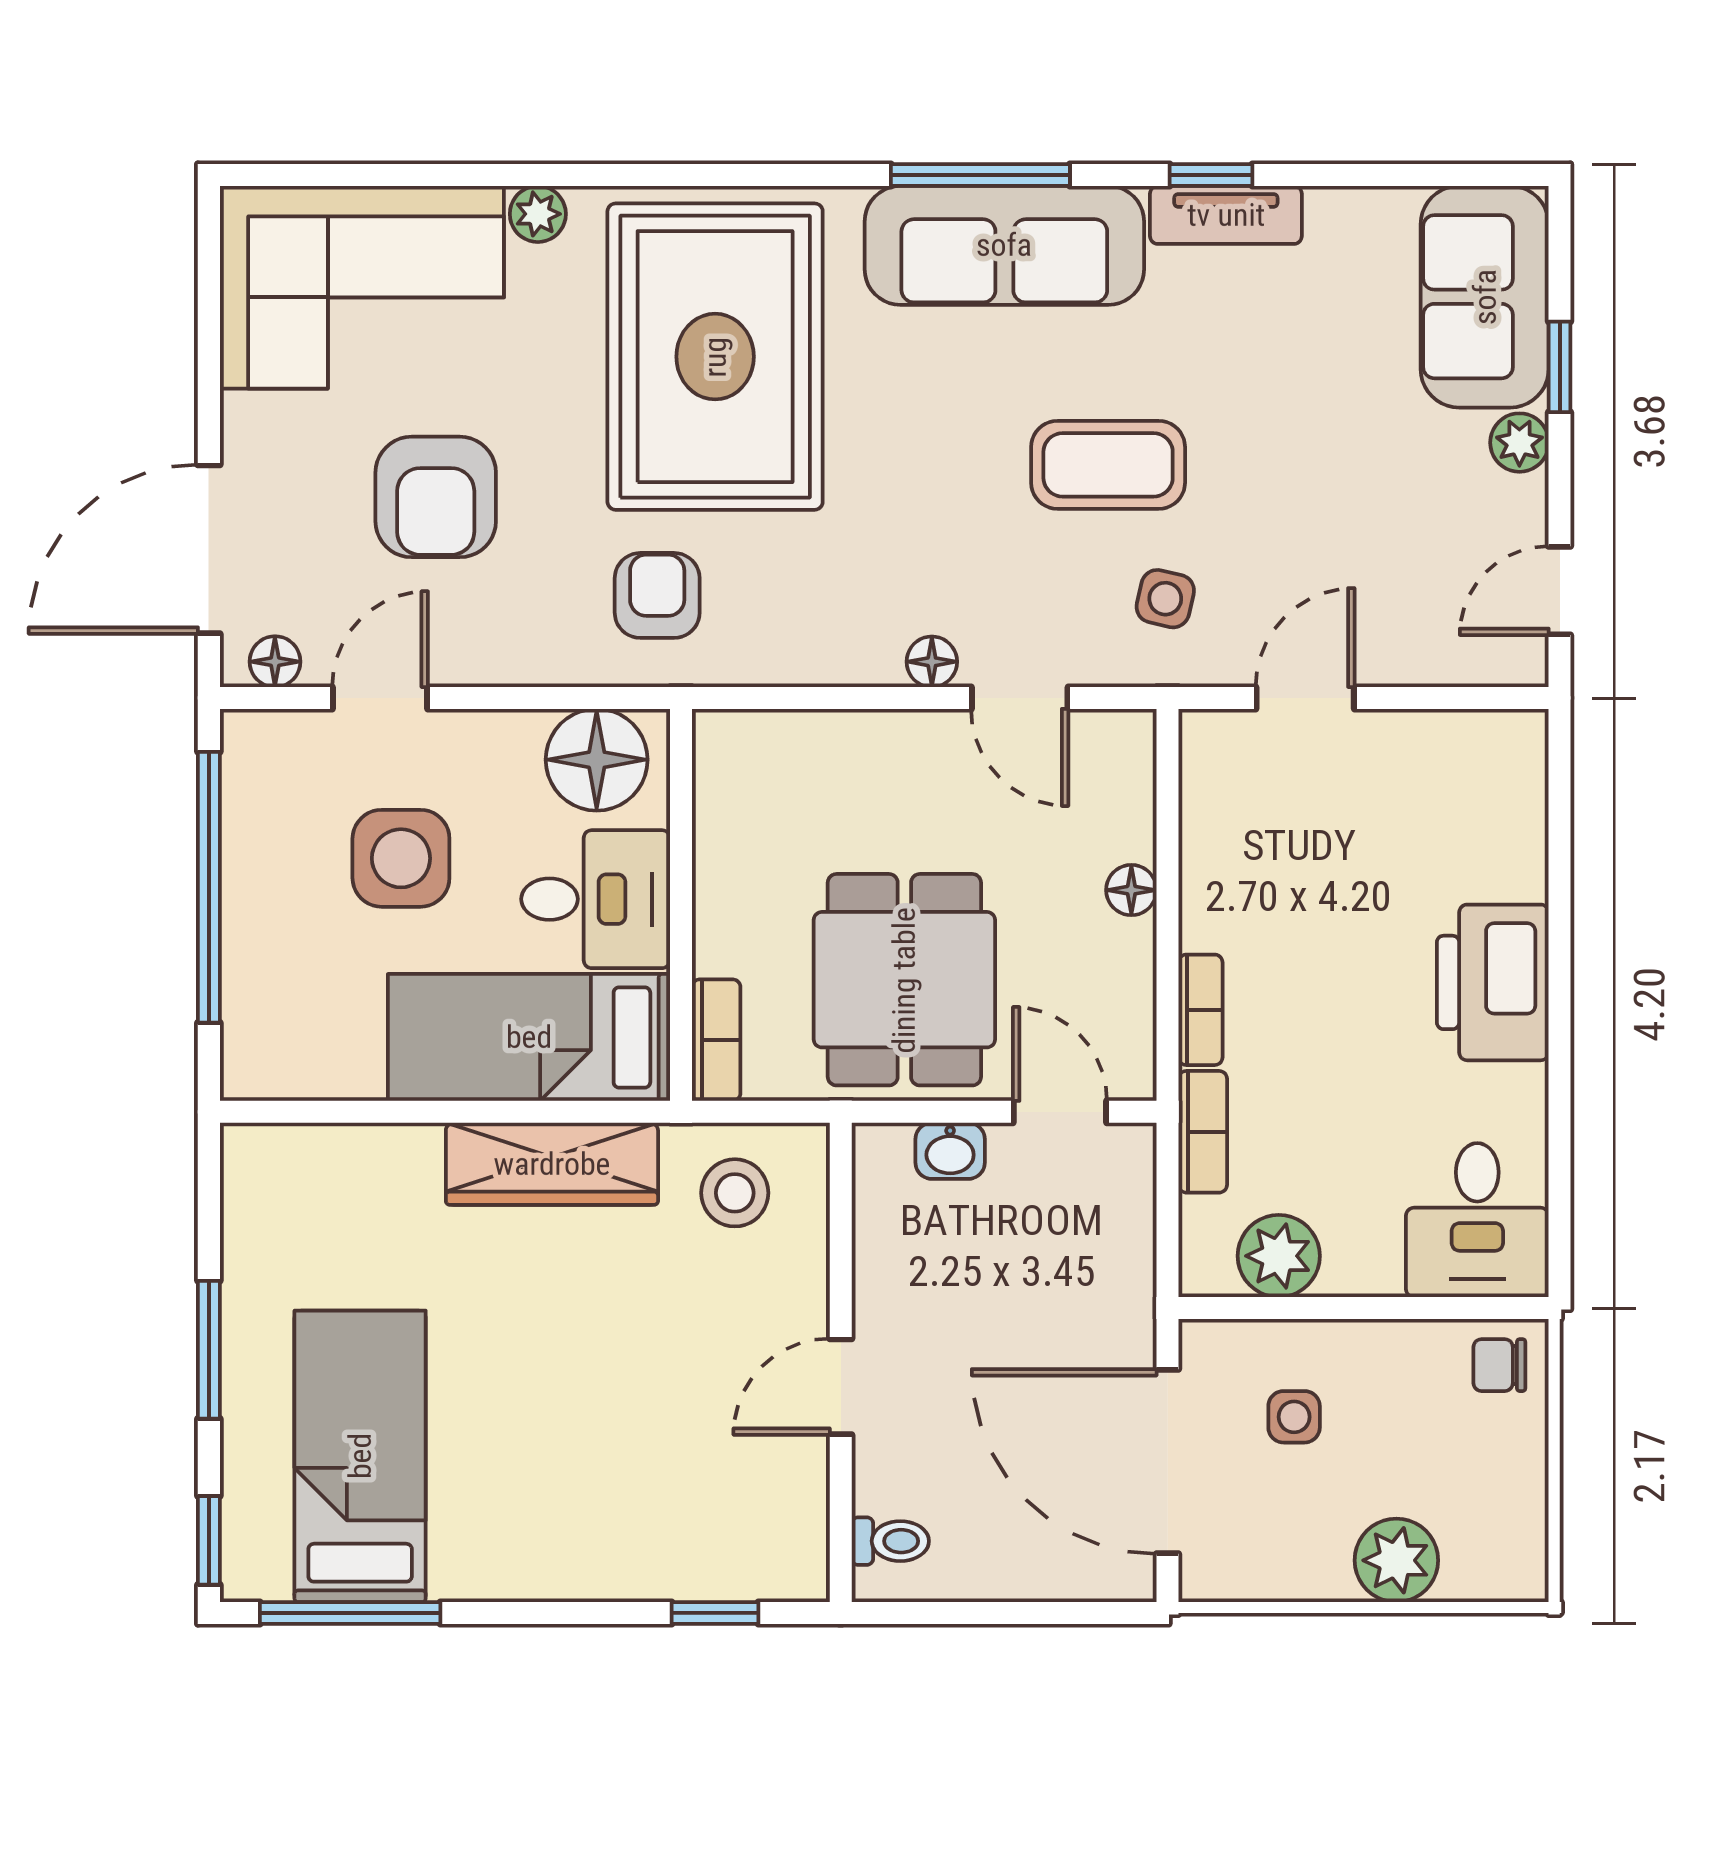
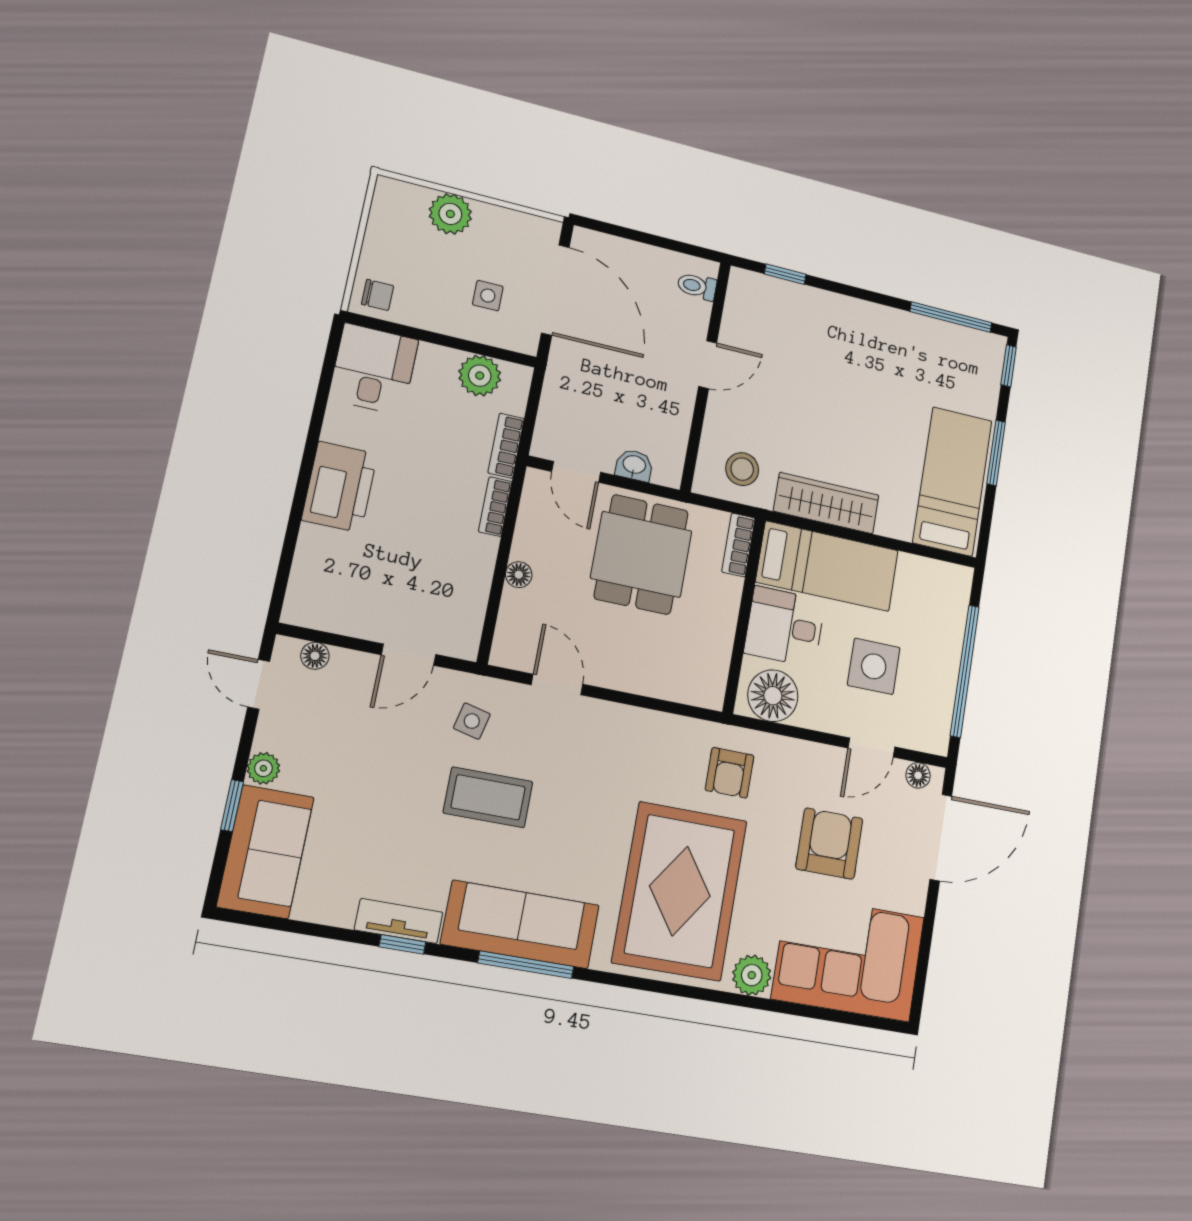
plant: (538, 214) -> (752, 975), width x1.38, depth x1.38
door: (1560, 591) -> (259, 684), swing flipped
floor lamp: (932, 662) -> (315, 656), moved
bed: (360, 1456) -> (952, 481), moved, turned 180

